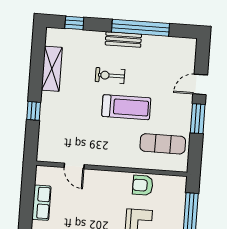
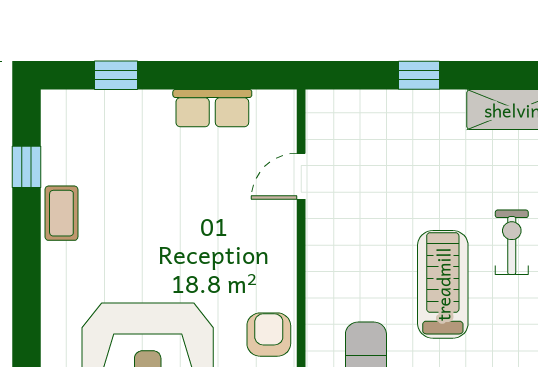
treadmill: (126, 107) -> (443, 284), turned 180

